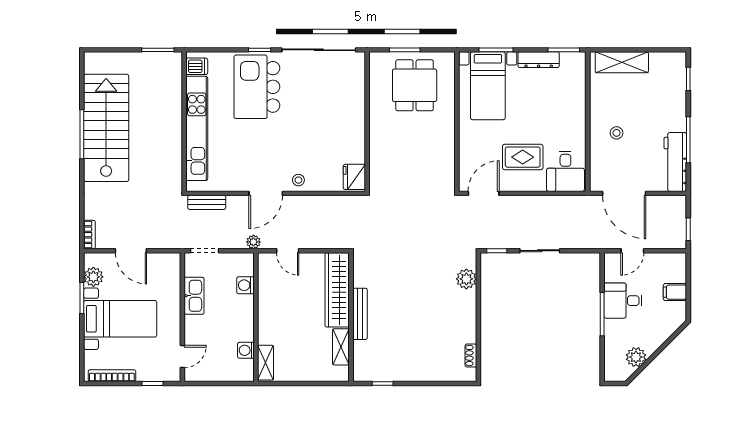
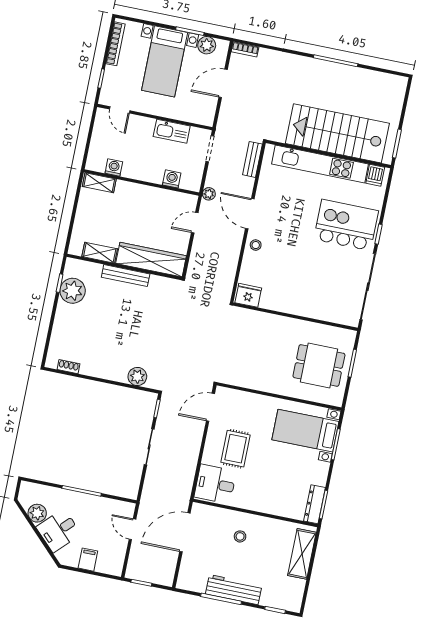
dresser: (539, 60) -> (314, 504), moved
stairs: (106, 128) -> (337, 133), moved, turned 180
workbench: (675, 162) -> (234, 590), moved
door: (484, 193) -> (210, 407), swing flipped
desk: (623, 301) -> (59, 531), moved, turned -135
plant: (388, 368) -> (73, 291), added

